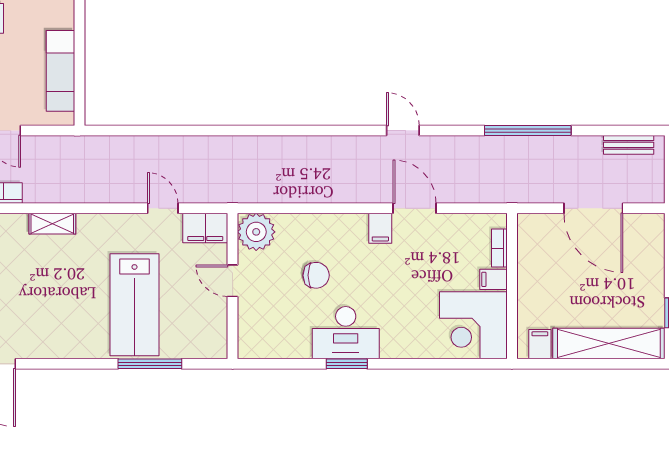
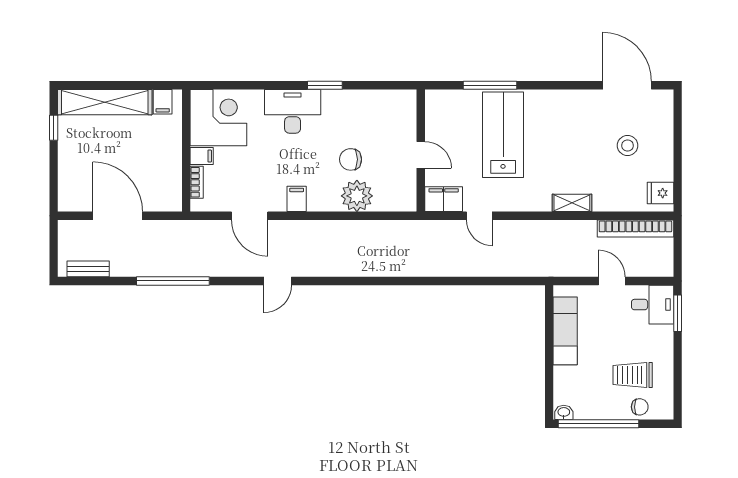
door: (403, 130) -> (278, 281), hinge flipped
door: (415, 208) -> (250, 216), moved
plant: (256, 232) -> (357, 196), moved
desk: (346, 333) -> (293, 111), moved

